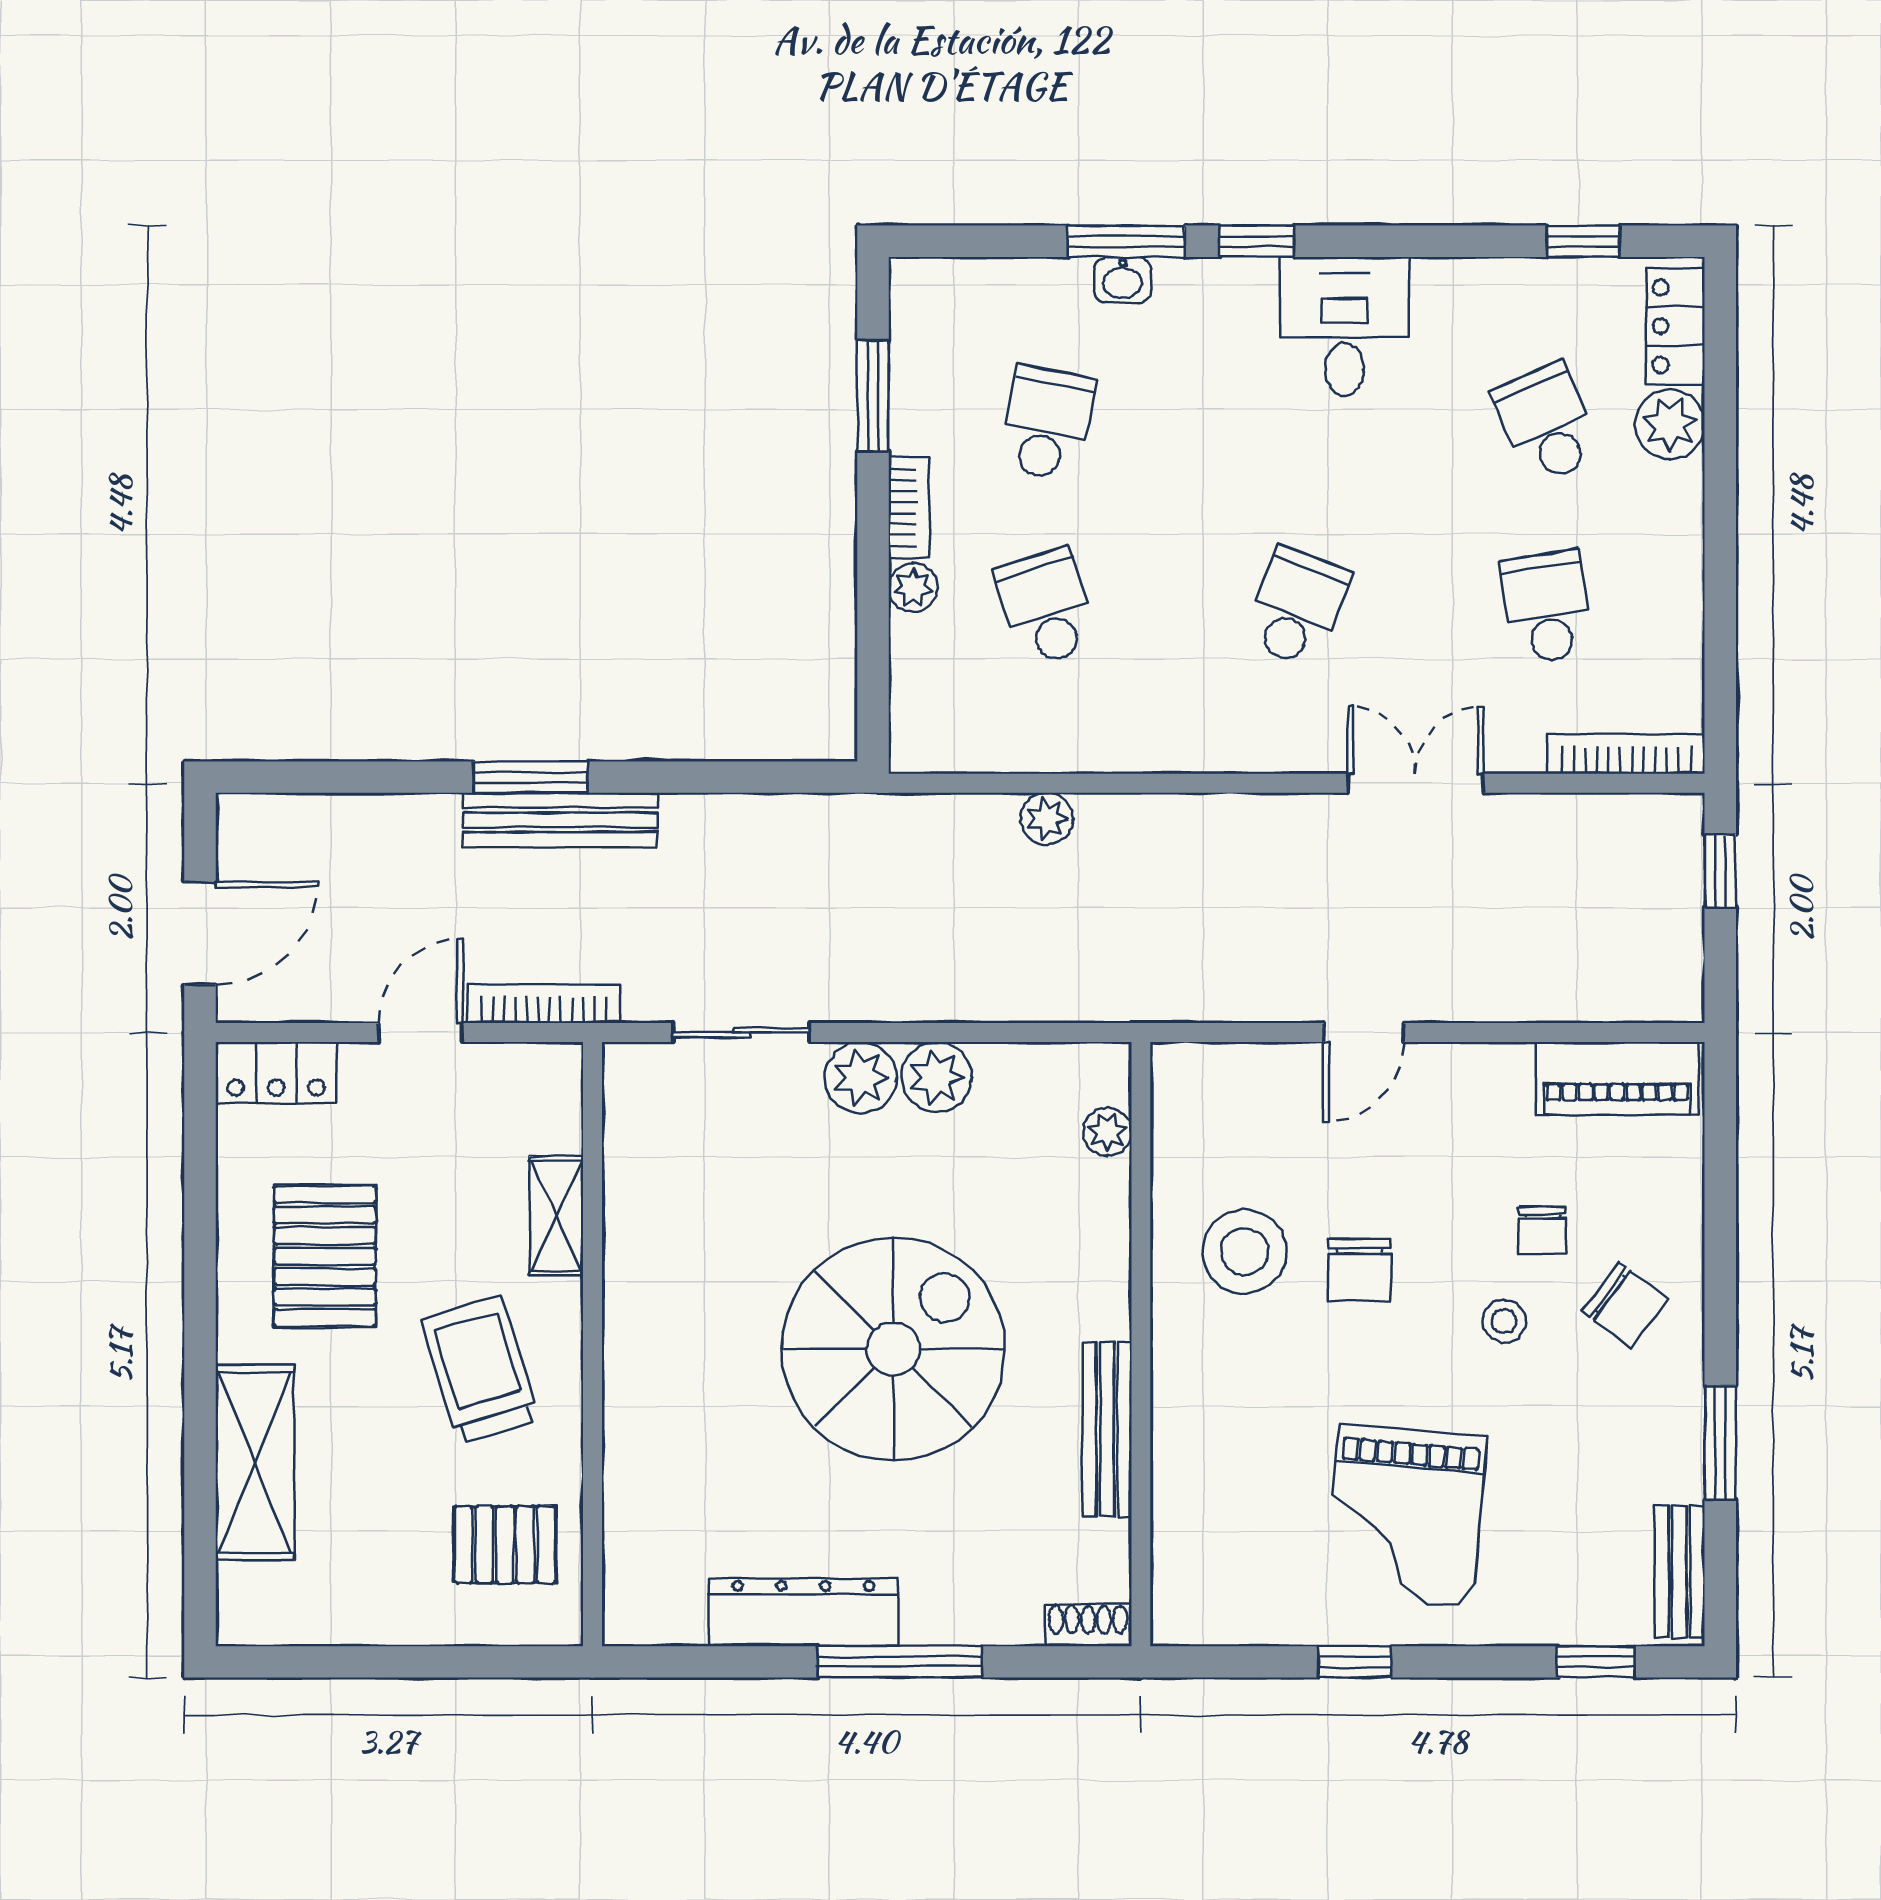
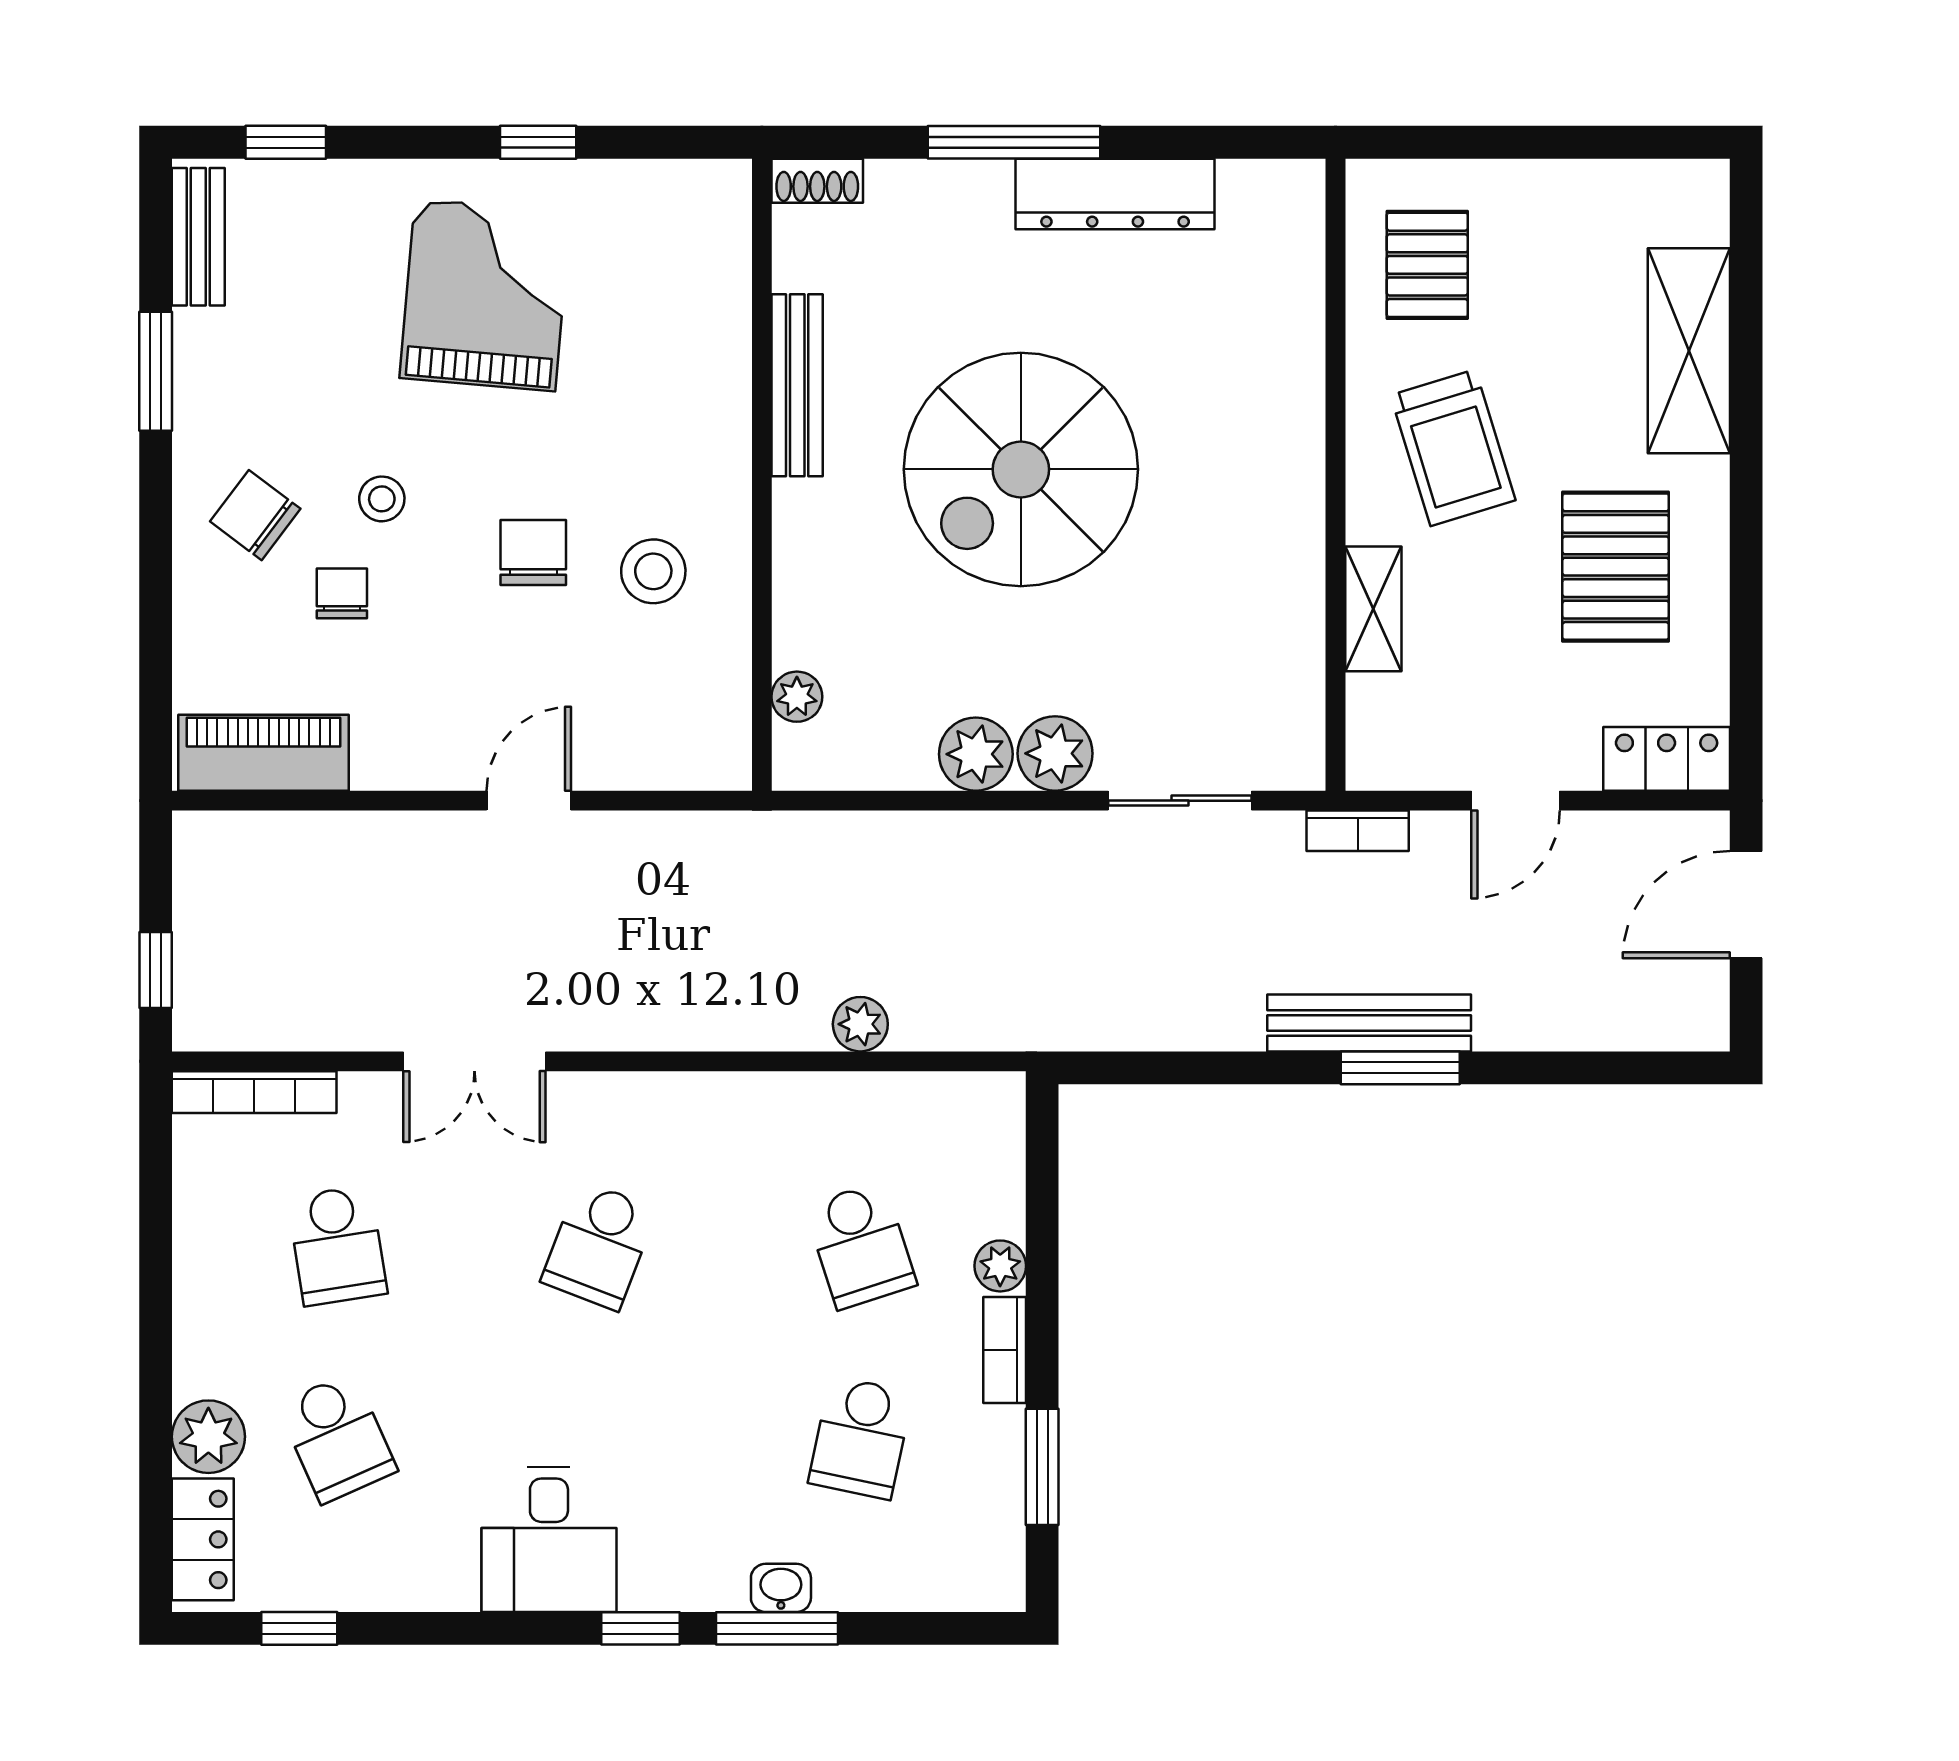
bookcase: (544, 1004) -> (1358, 831), width x0.64
stool: (1245, 1252) -> (653, 571), width x0.73, depth x0.73
pallet: (505, 1545) -> (1427, 265), turned 90

